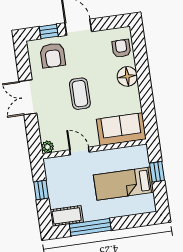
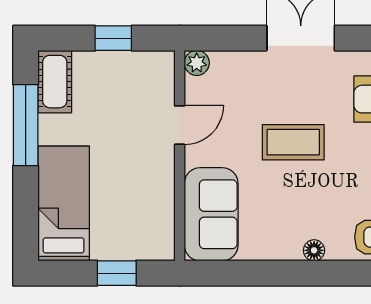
floor lamp: (127, 76) -> (314, 250), width x0.53, depth x0.53
bed: (124, 184) -> (64, 203), moved

